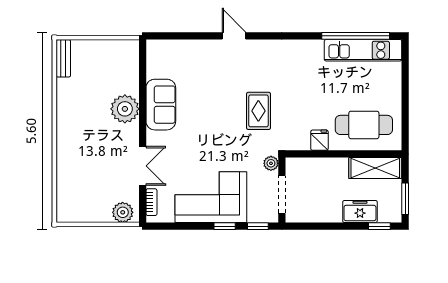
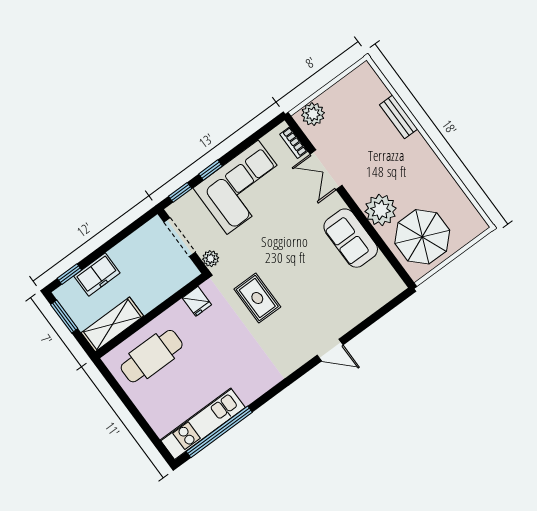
bench: (63, 58) -> (399, 117), moved
parasol: (109, 68) -> (422, 237), added
fridge: (319, 140) -> (197, 301), moved

